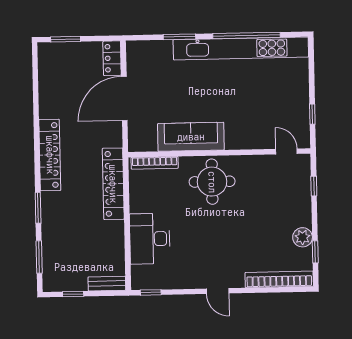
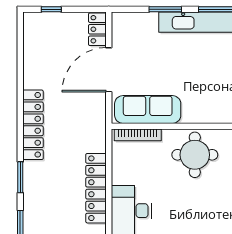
window: (66, 39) -> (51, 9), width x0.67
sofa: (191, 137) -> (148, 109), moved
locker: (113, 184) -> (96, 188), moved

